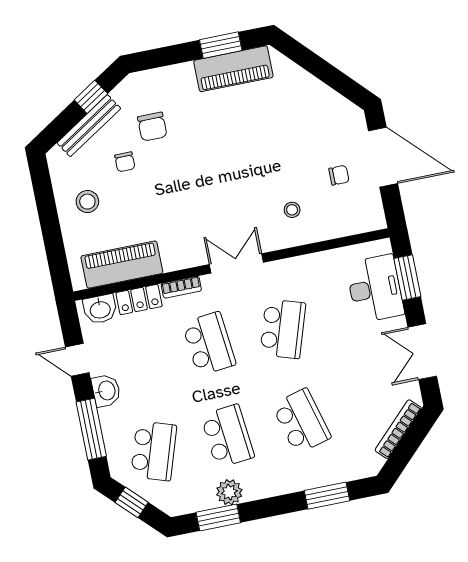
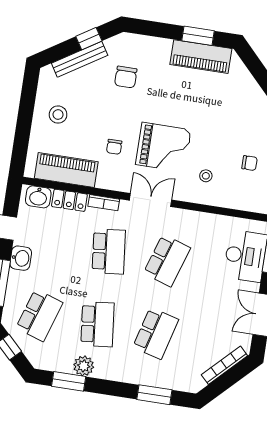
chair: (125, 162) -> (114, 147), moved
grand piano: (228, 194) -> (163, 147), added
school desk: (301, 421) -> (156, 333), turned 30

